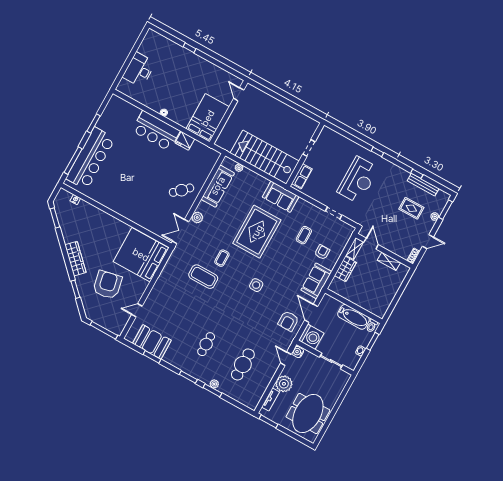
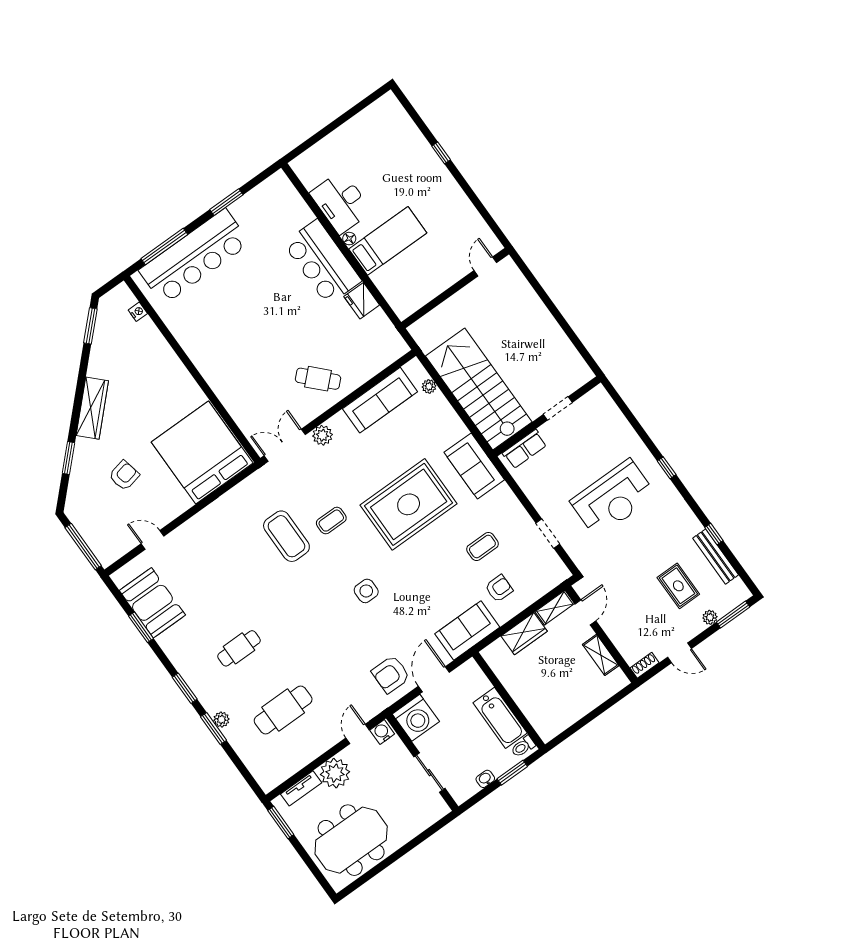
desk: (139, 70) -> (341, 202), moved, turned -90
bed: (208, 118) -> (388, 241), moved, width x0.67
armchair: (107, 285) -> (124, 475), width x0.53, depth x0.53

